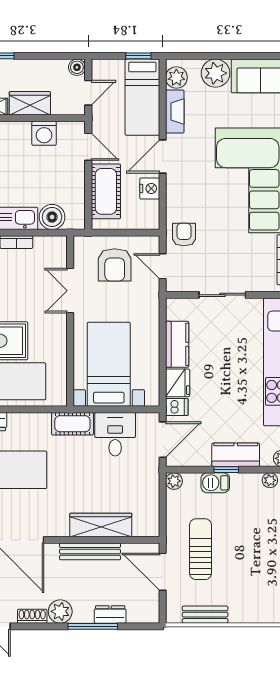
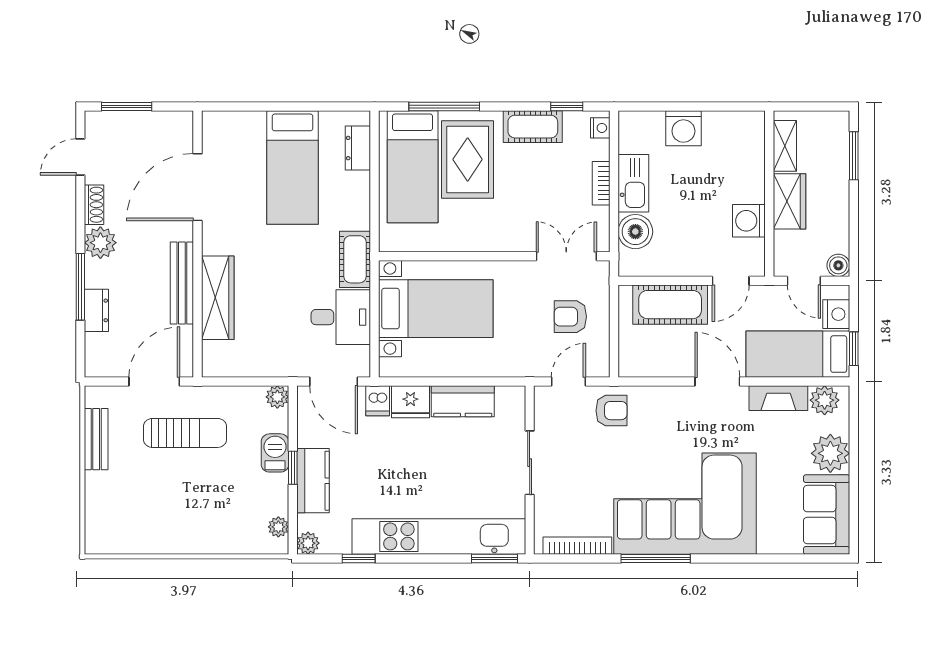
nightstand: (150, 188) -> (836, 314), moved, turned -90
armchair: (115, 265) -> (570, 317), width x0.72, depth x0.72
double door: (70, 291) -> (566, 256), moved

